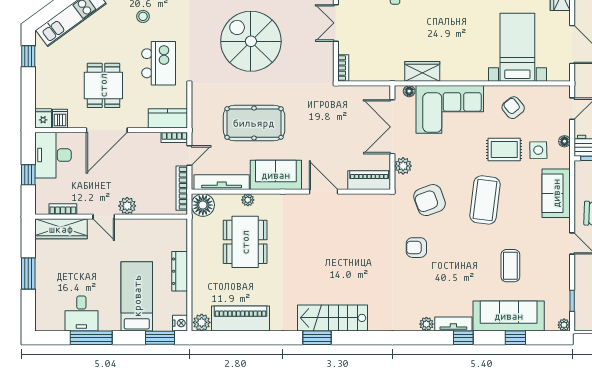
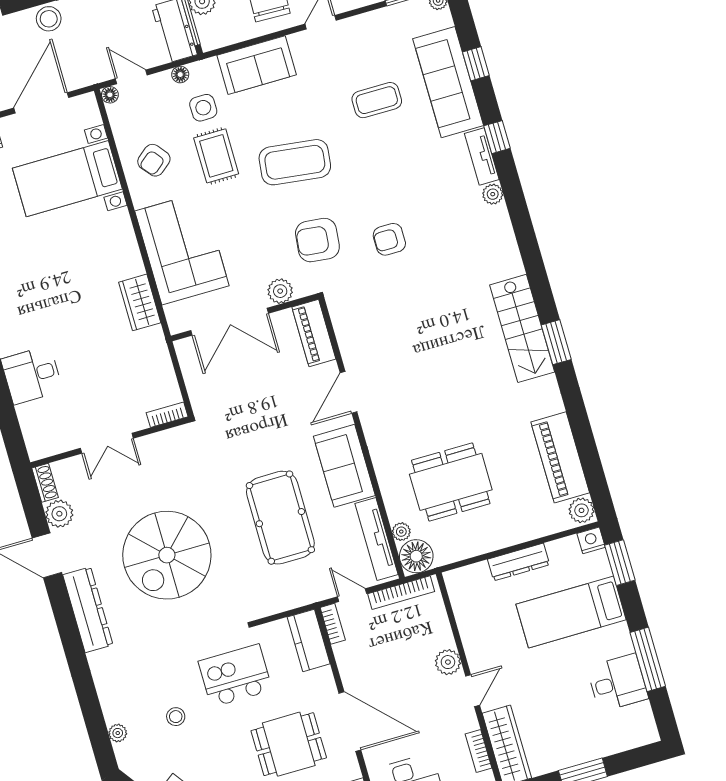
floor lamp: (409, 91) -> (110, 95), moved
plant: (248, 200) -> (401, 532), moved
armchair: (430, 200) -> (317, 240), turned 116
armchair: (416, 248) -> (389, 239), turned 90

